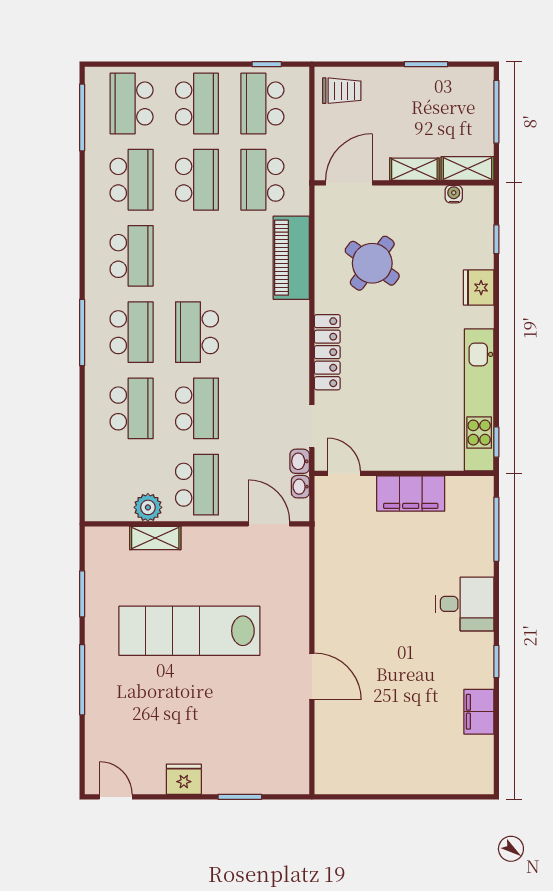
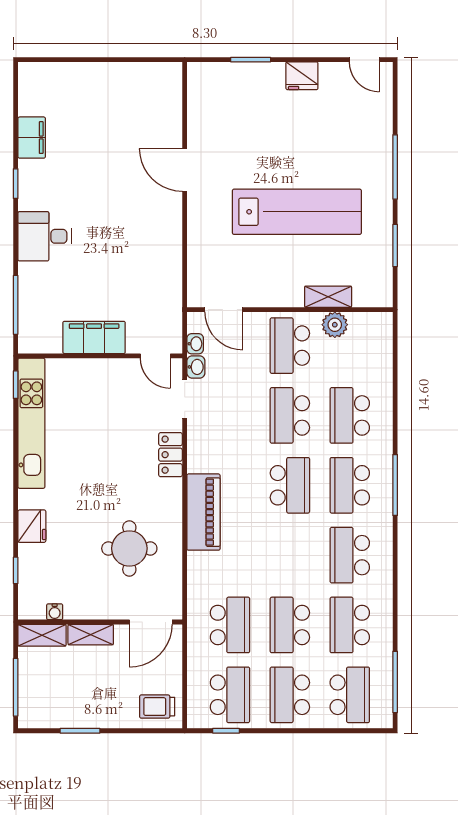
piano: (291, 258) -> (203, 512), moved
round table: (372, 263) -> (129, 548), turned -36
locker: (327, 352) -> (170, 455), width x0.66

